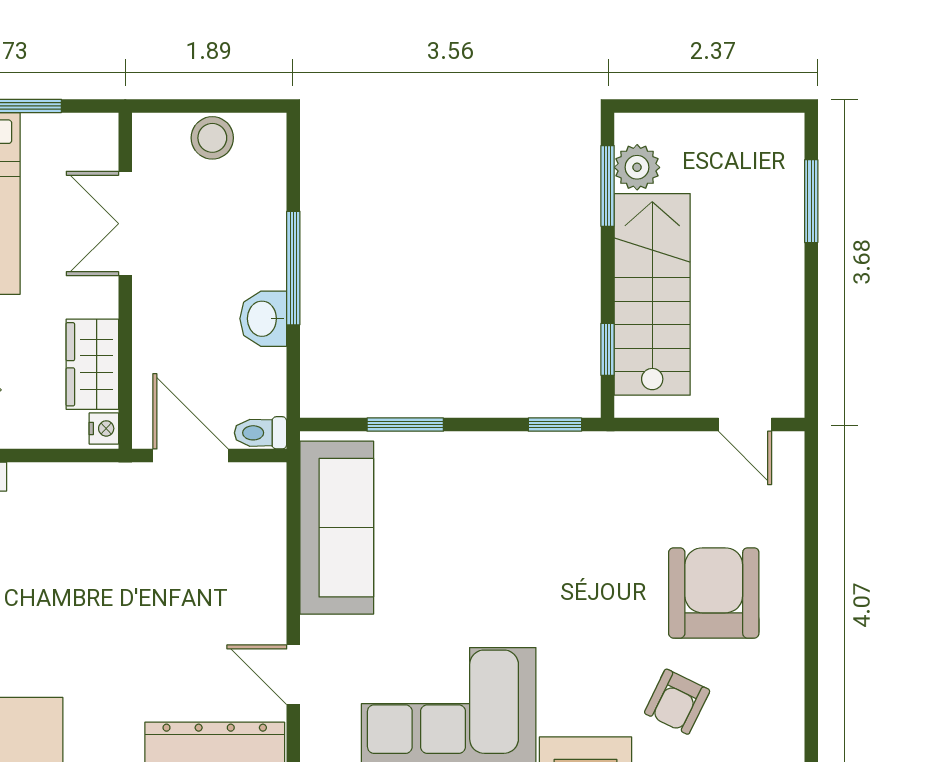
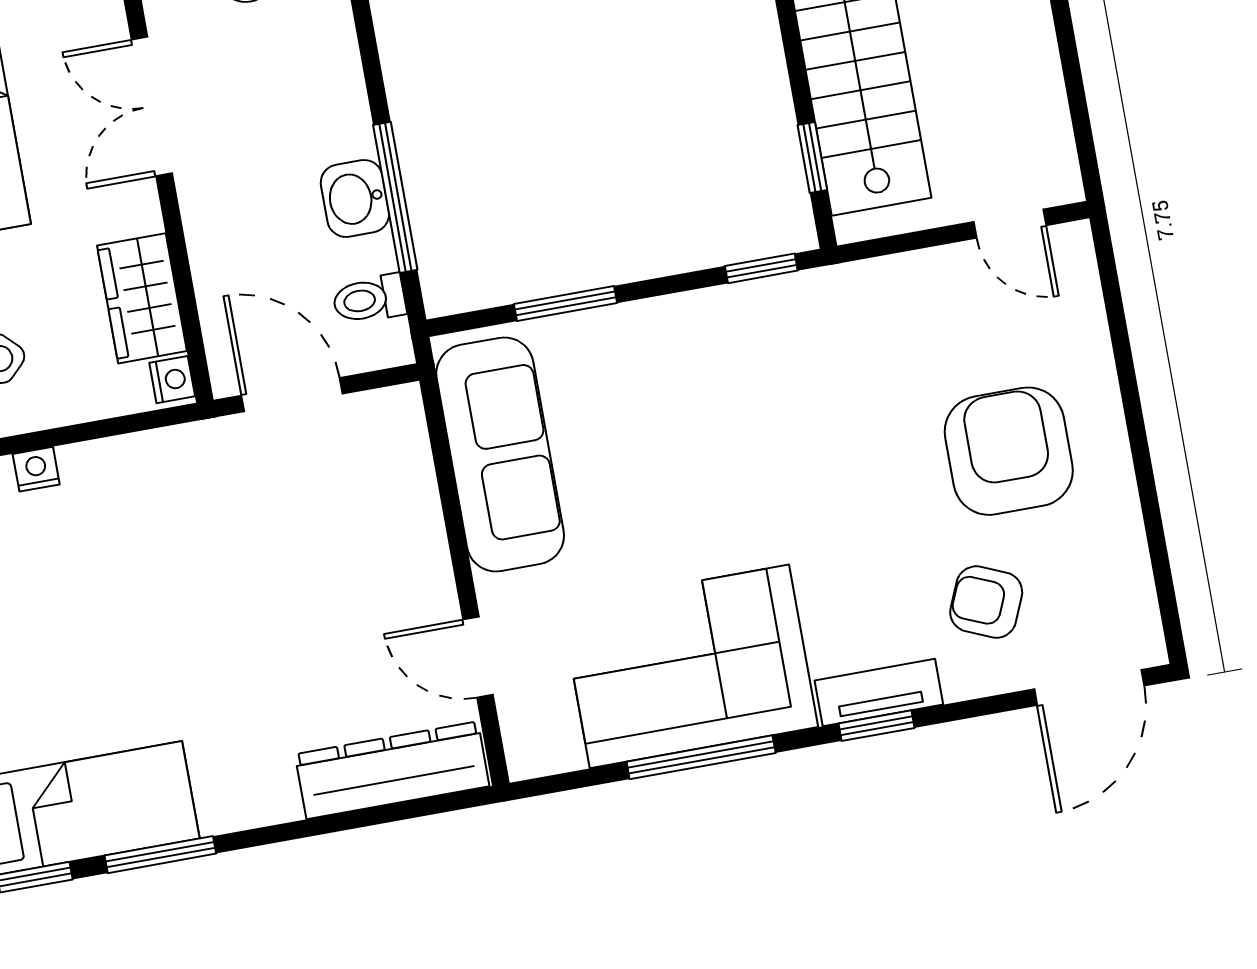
window: (293, 268) -> (395, 197), moved
toilet: (260, 433) -> (369, 299), moved
armchair: (677, 702) -> (986, 602), turned 87

